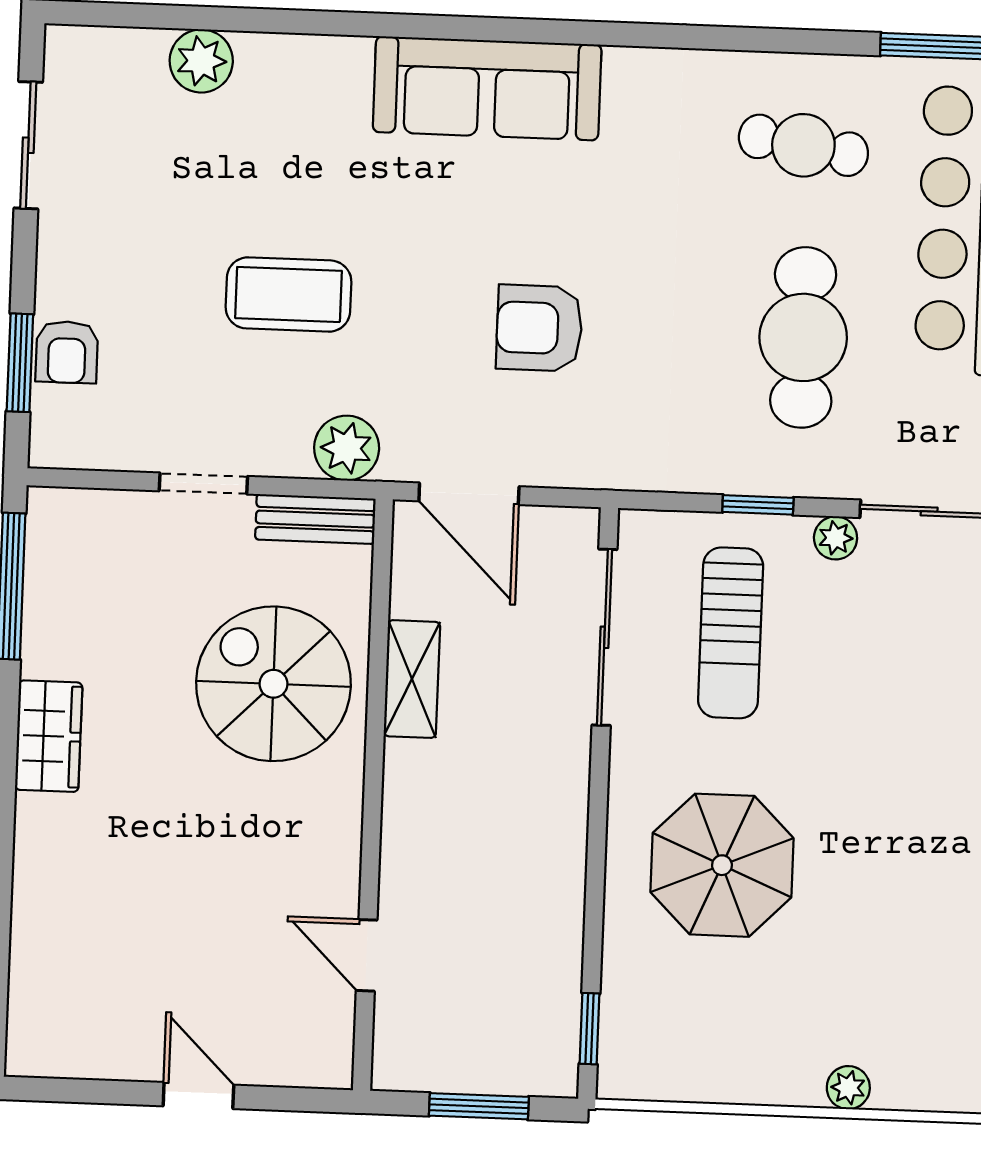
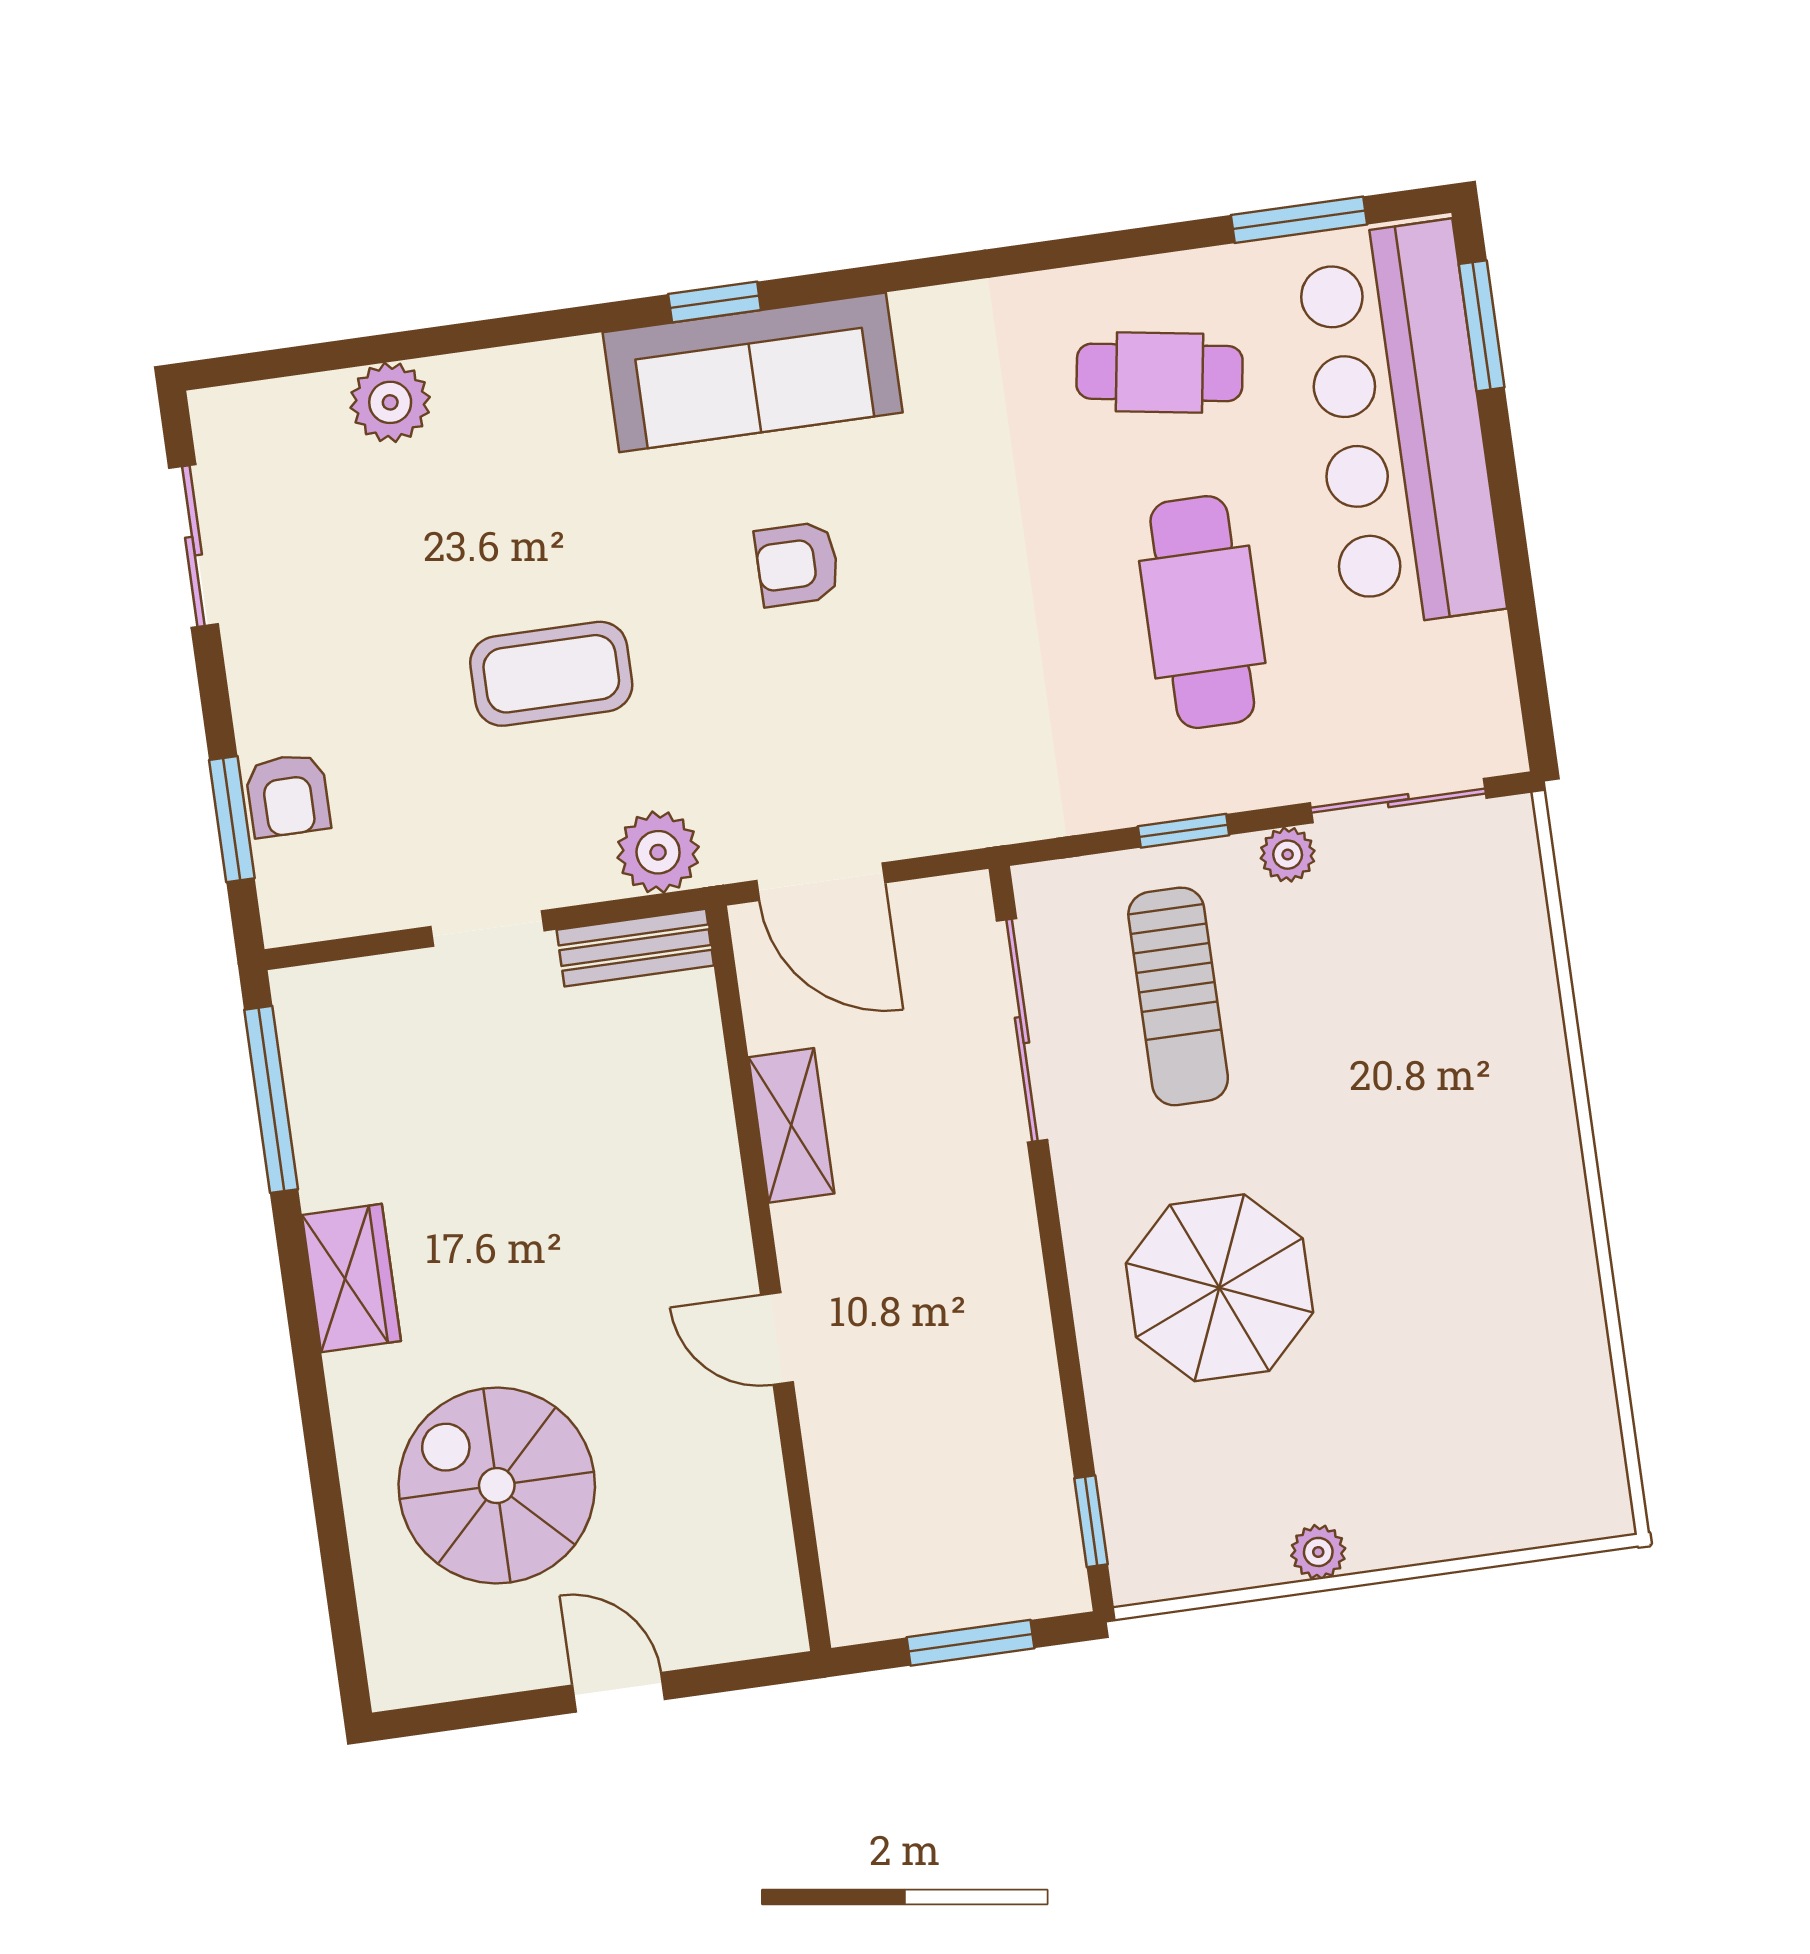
window: (467, 28) -> (715, 302), added
armchair: (539, 328) -> (797, 564), moved, width x0.72, depth x0.72
spiral stairs: (273, 684) -> (497, 1486), moved
door: (367, 955) -> (777, 1339), moved
plant: (848, 1088) -> (1318, 1552), moved

